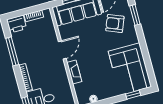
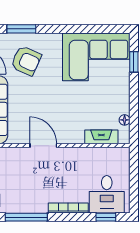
armchair: (115, 24) -> (26, 61), turned -88
fireplace: (74, 72) -> (101, 137), moved

